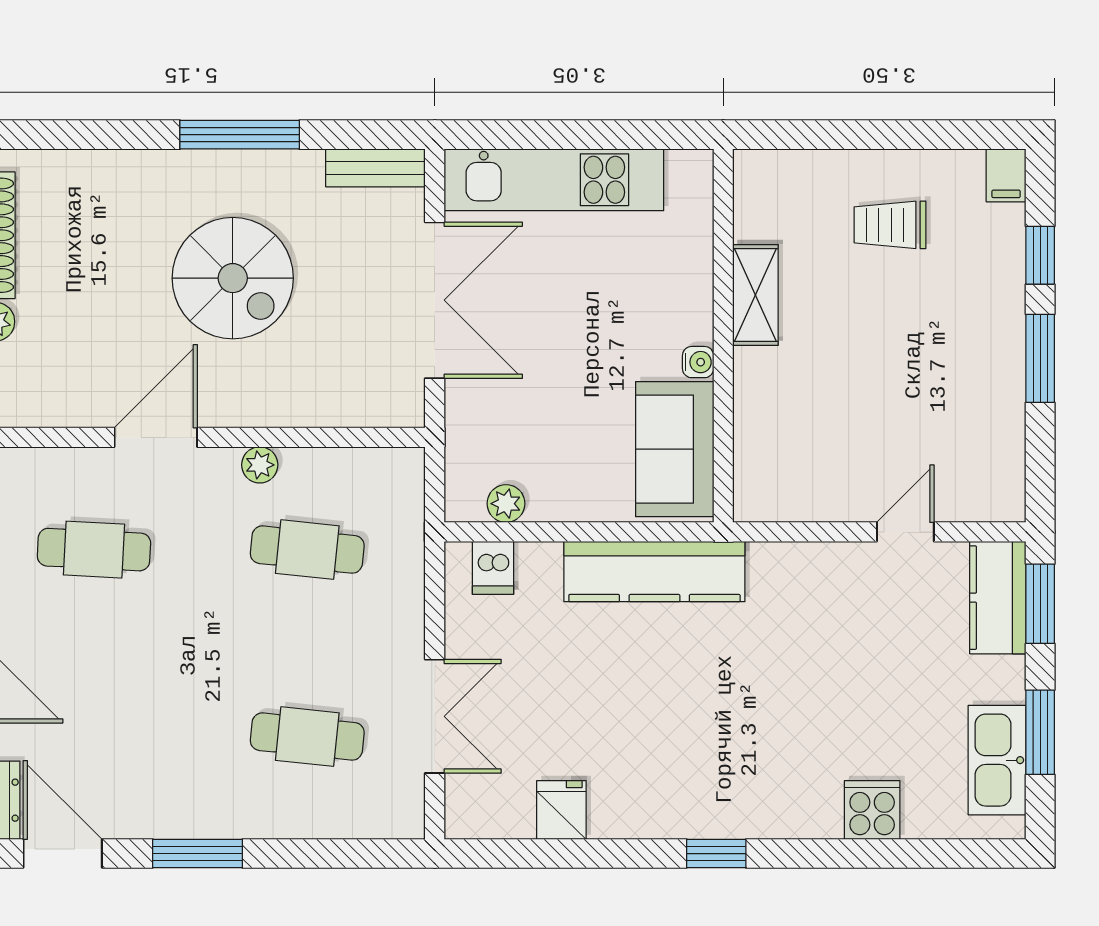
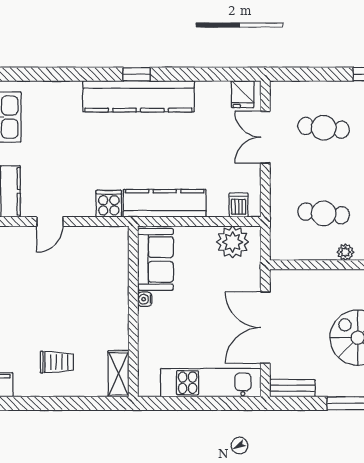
shelving: (755, 295) -> (118, 374), moved
plant: (506, 504) -> (233, 242), width x1.88, depth x1.88
kitchen counter: (712, 805) -> (138, 96), added
fridge: (561, 810) -> (243, 94), moved
cooker: (872, 810) -> (109, 204), moved, turned 180

